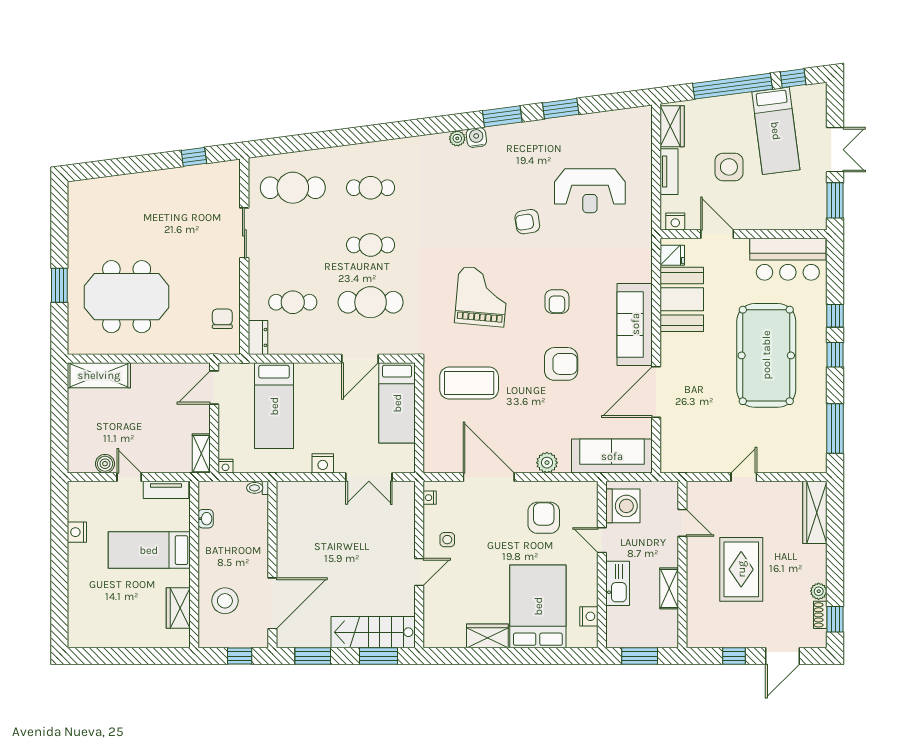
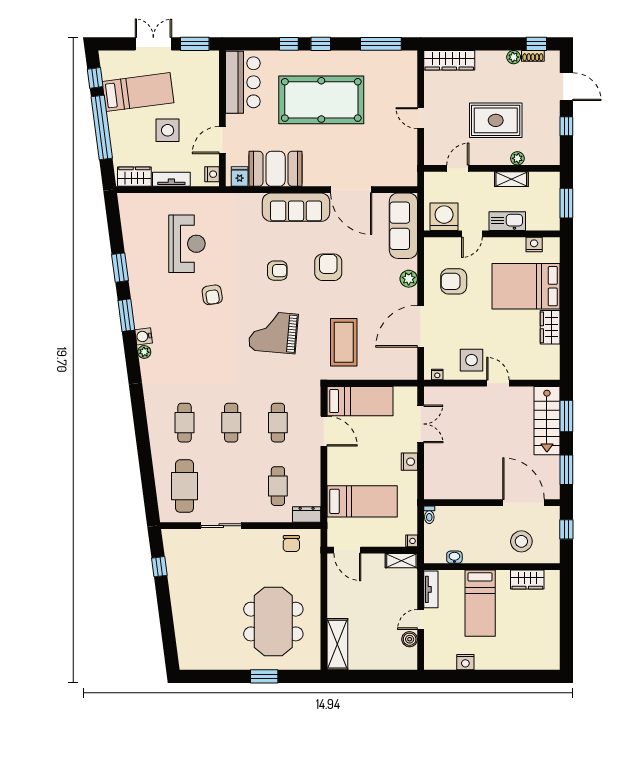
cafe table: (371, 302) -> (278, 423), width x0.73, depth x0.74
chair: (222, 319) -> (291, 544), turned -90
side table: (447, 540) -> (472, 360), width x1.87, depth x1.87
plant: (695, 596) -> (517, 158), added

